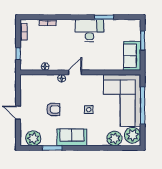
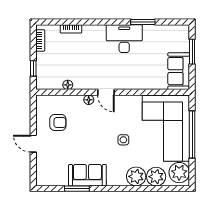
door: (75, 72) -> (106, 92), swing flipped
armchair: (53, 109) -> (58, 122), moved
sofa: (72, 137) -> (87, 175), moved
plant: (33, 138) -> (136, 176), moved

